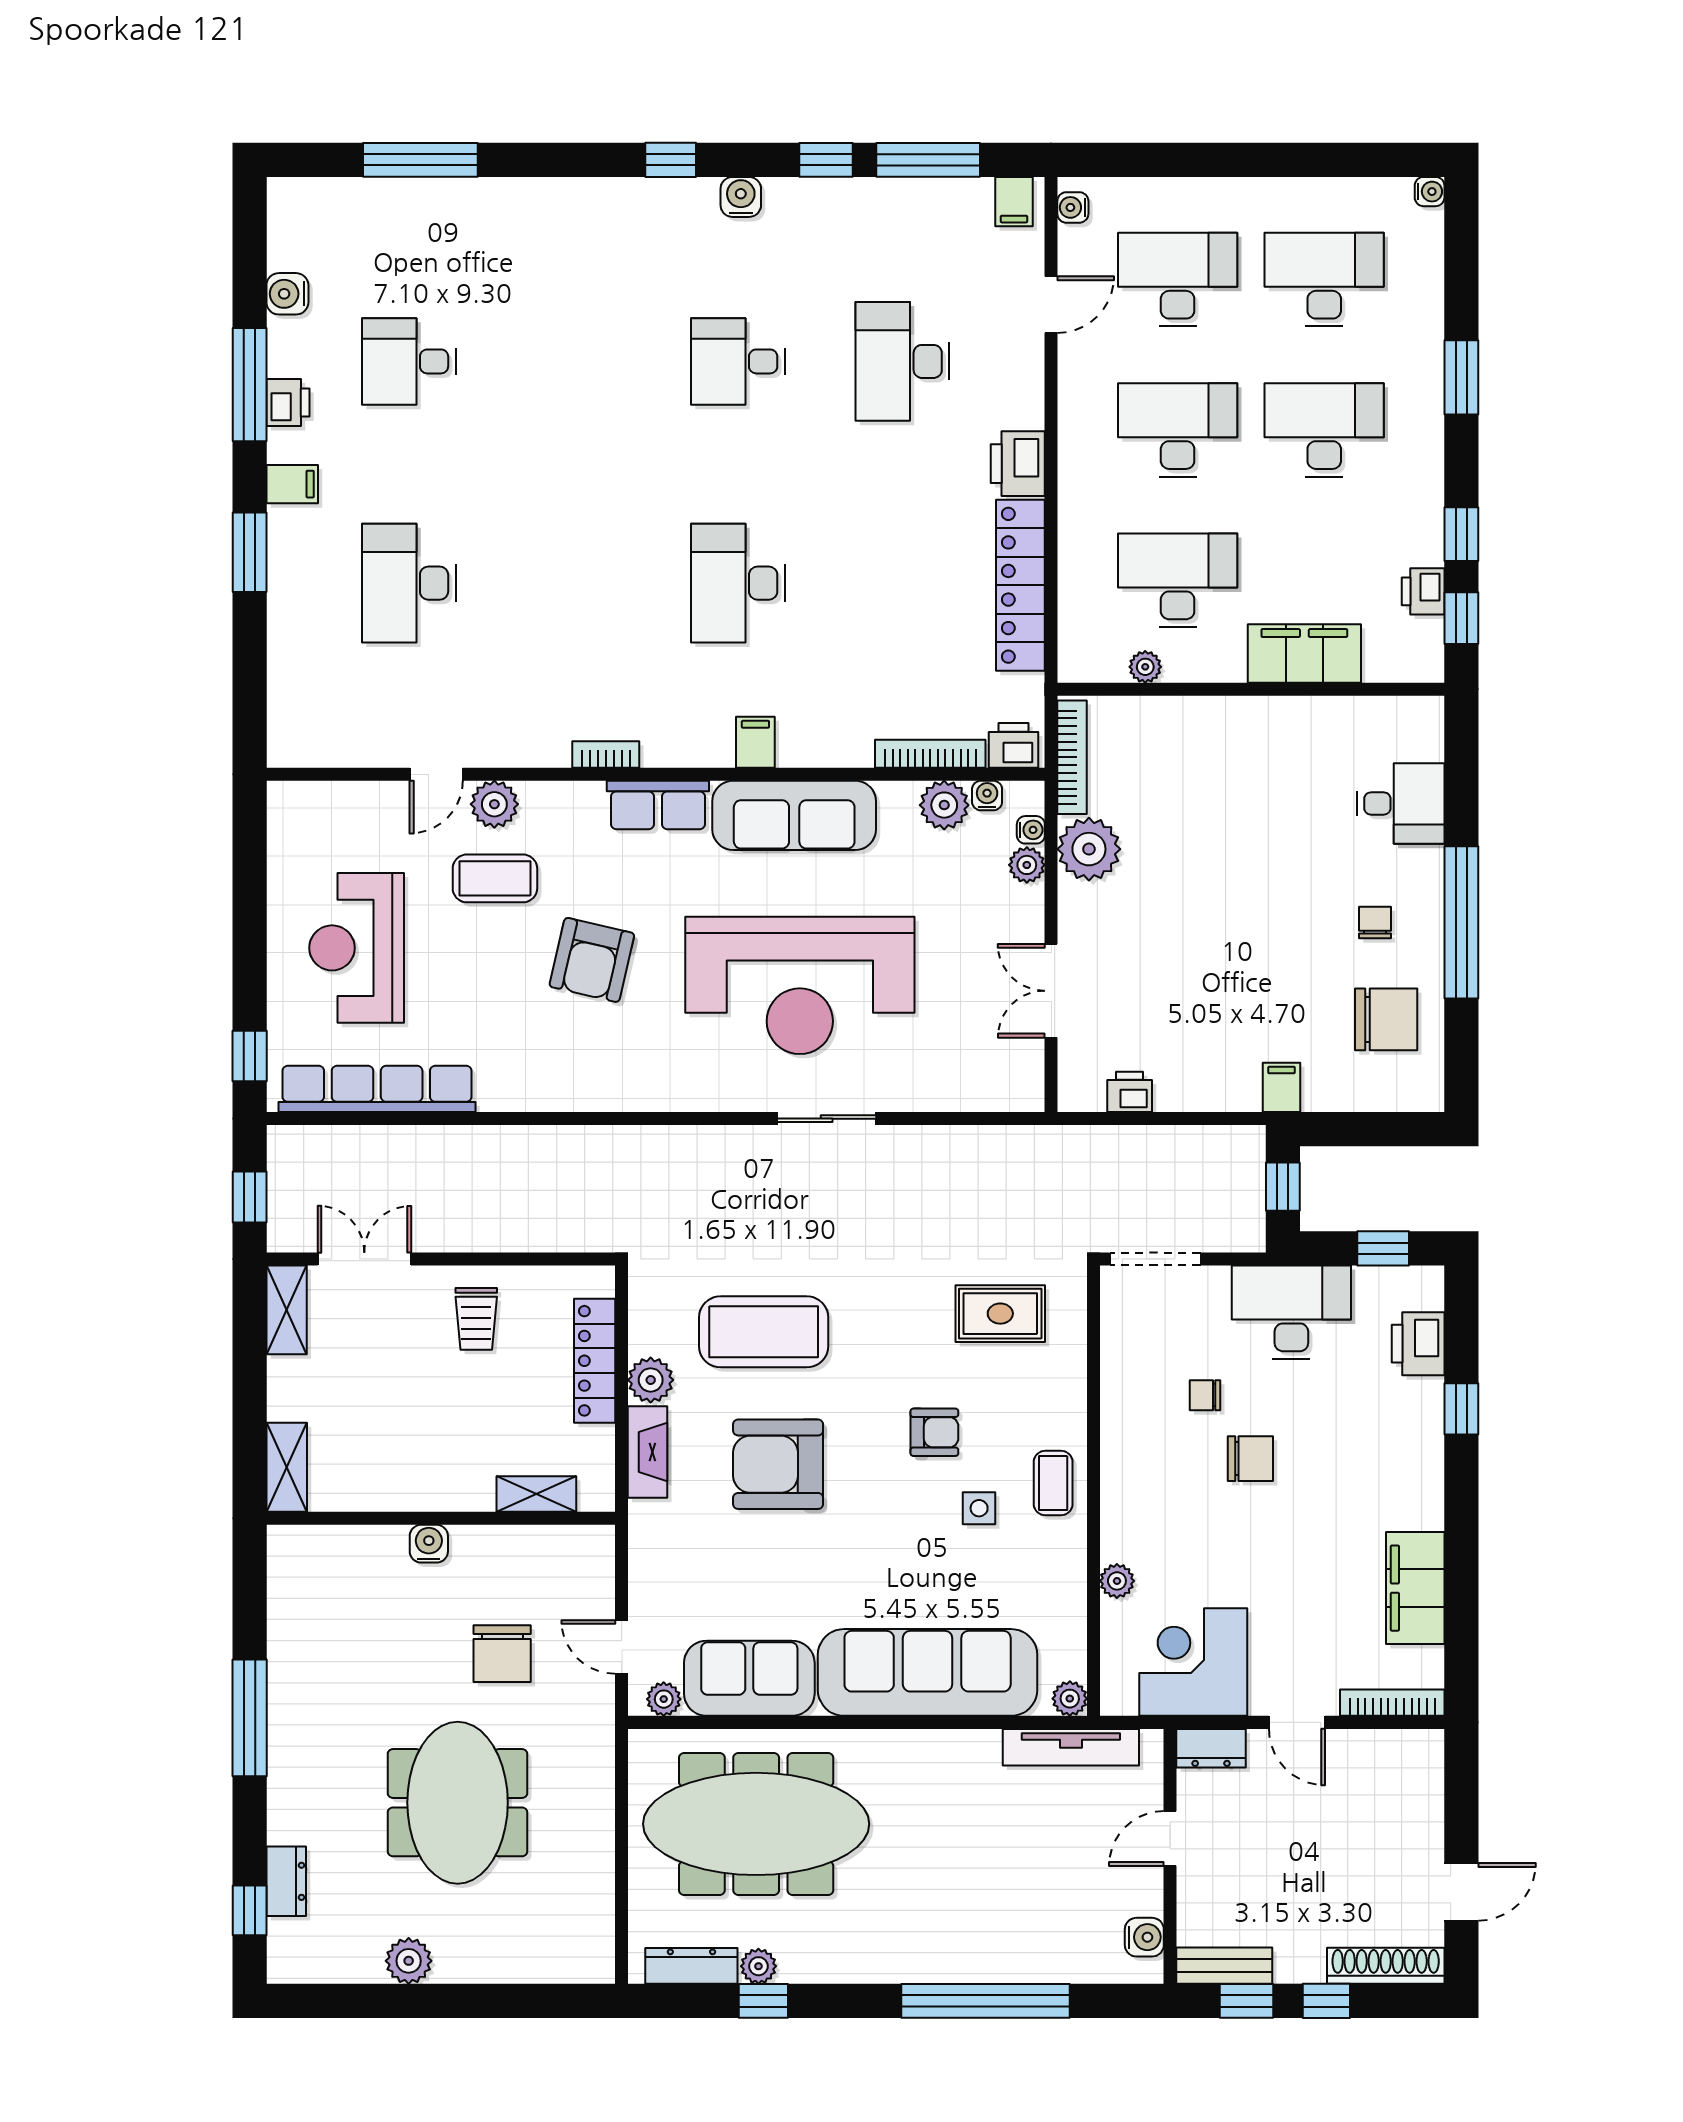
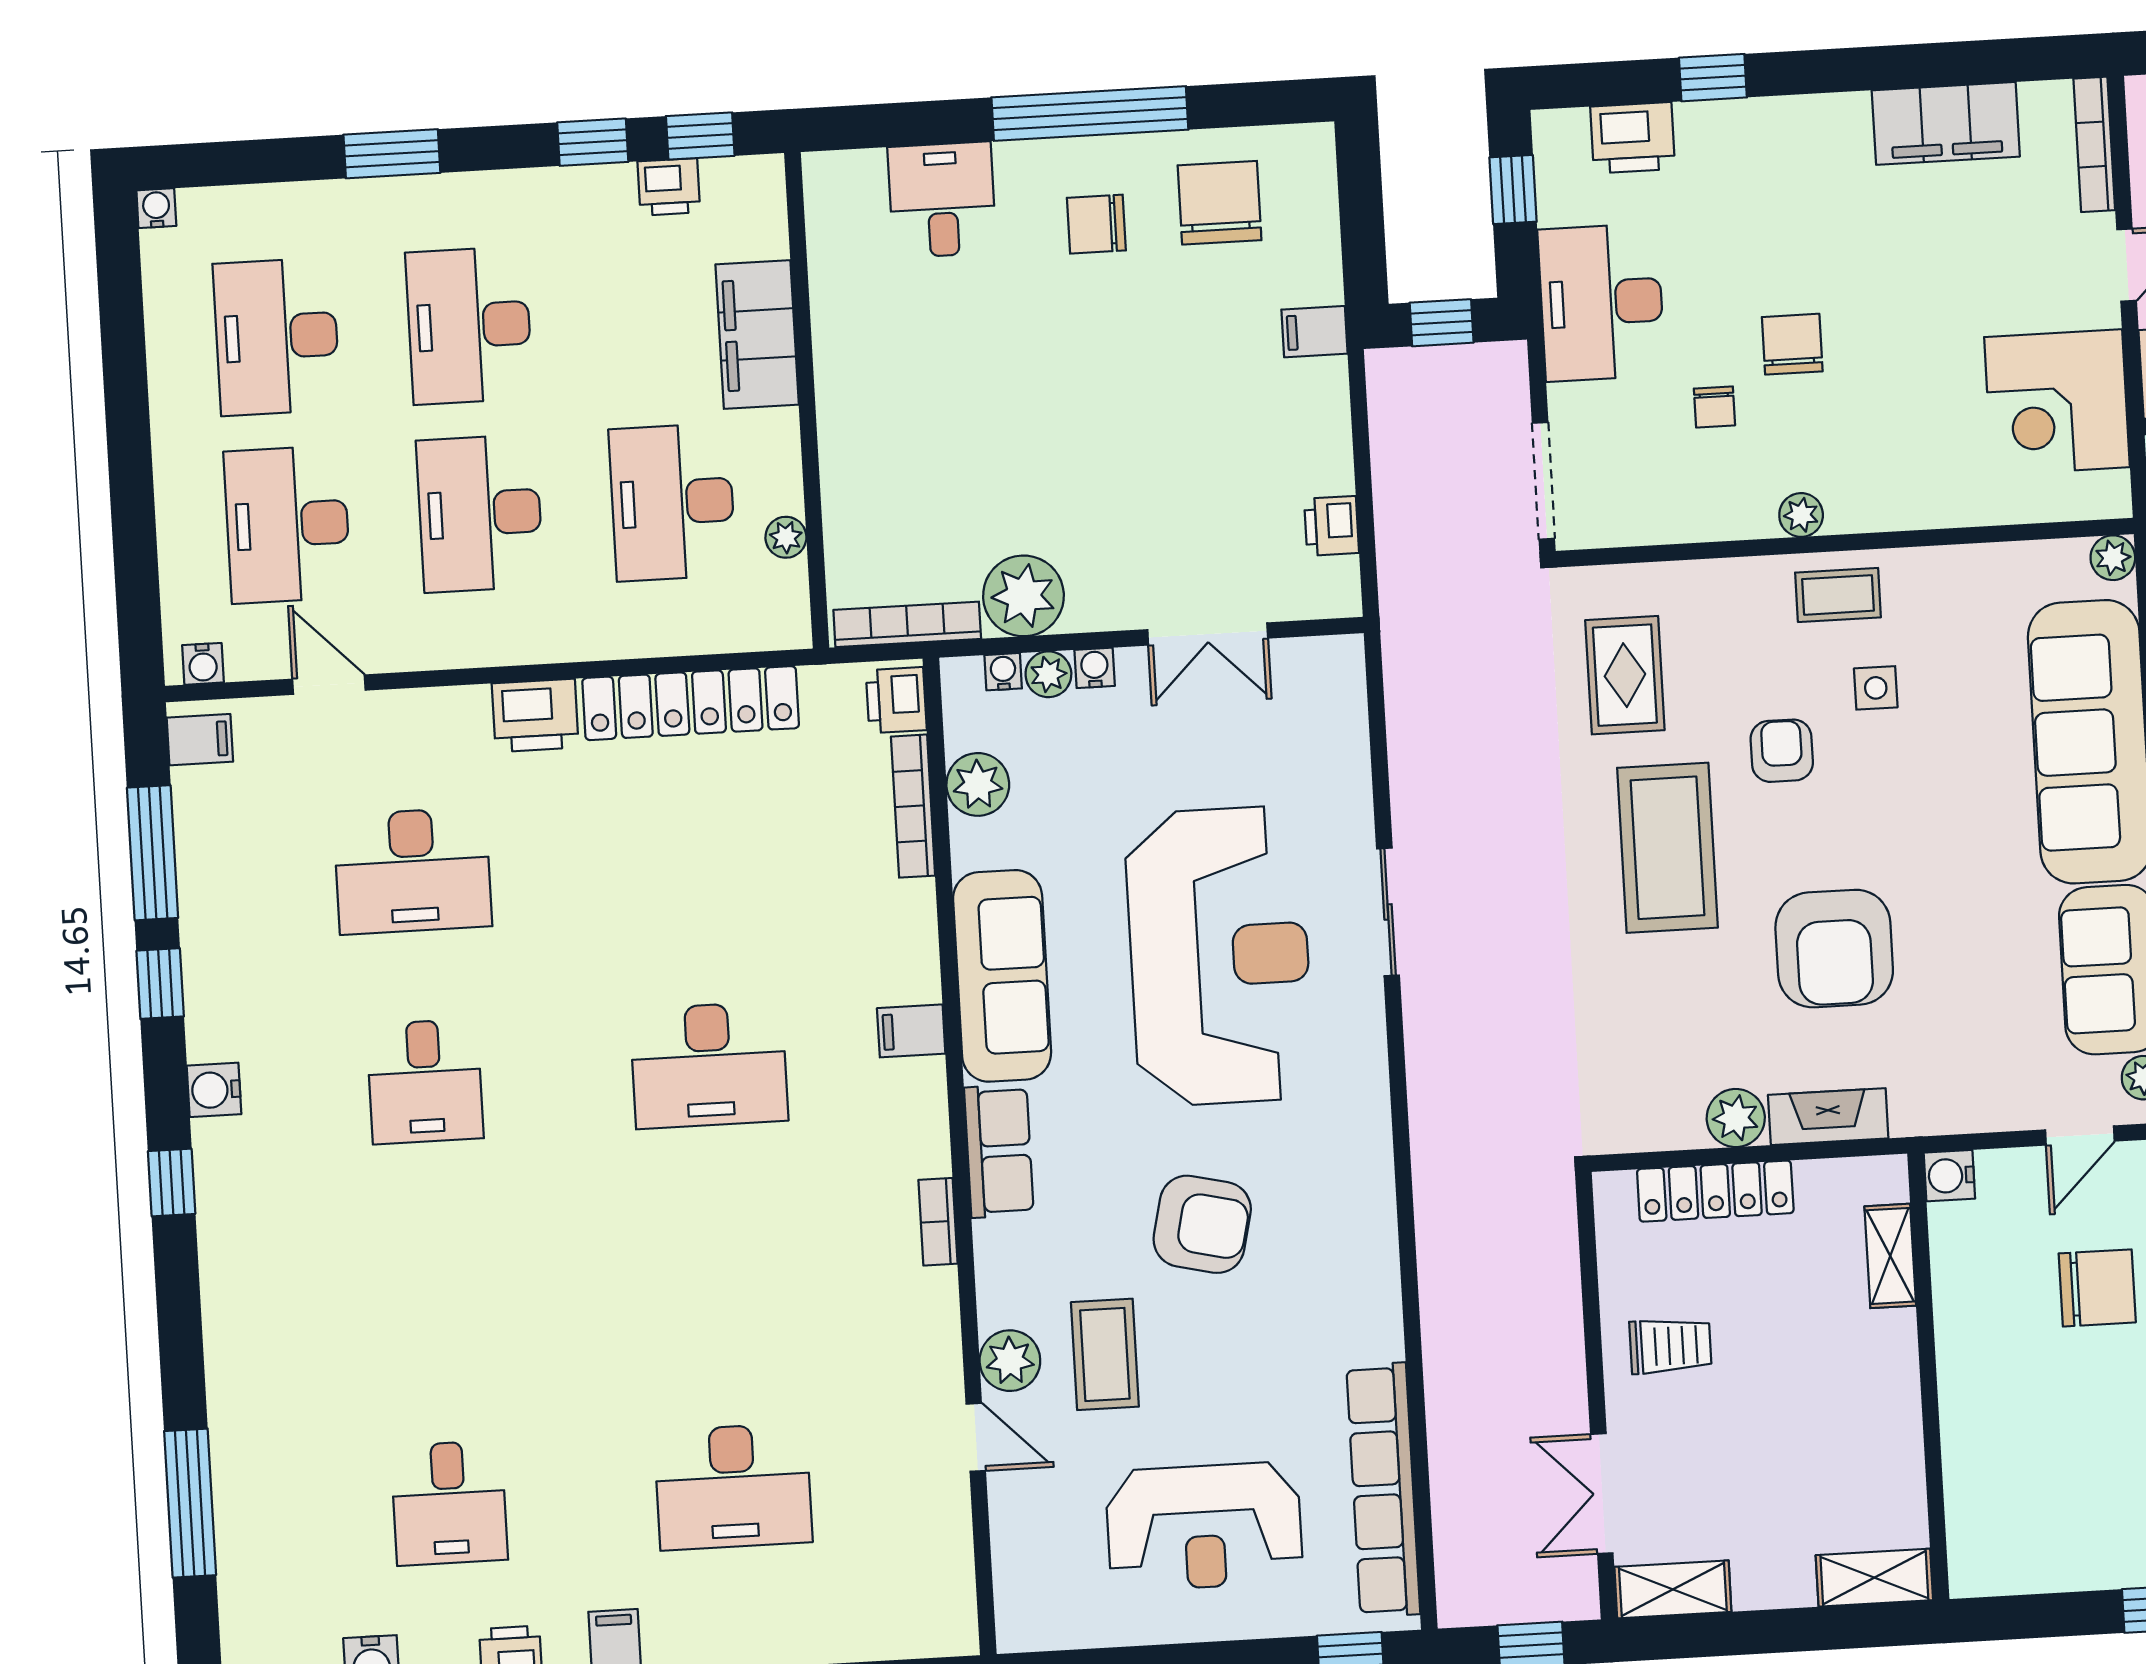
water cooler: (987, 796) -> (1095, 668), moved, turned 90
chair: (1375, 922) -> (1096, 224), width x1.37, depth x1.37
coffee table: (764, 1332) -> (1667, 848), moved
water cooler: (429, 1544) -> (1949, 1176), moved
plant: (1117, 1581) -> (1801, 515), moved

